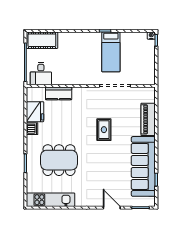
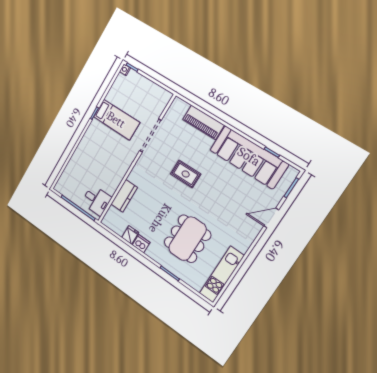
cot: (42, 40) -> (68, 179), removed
fridge: (35, 112) -> (130, 235), width x0.53, depth x0.75

